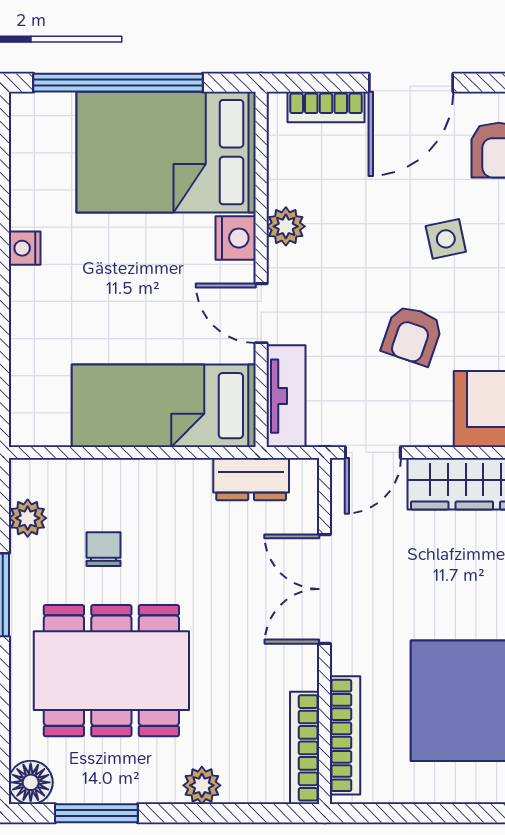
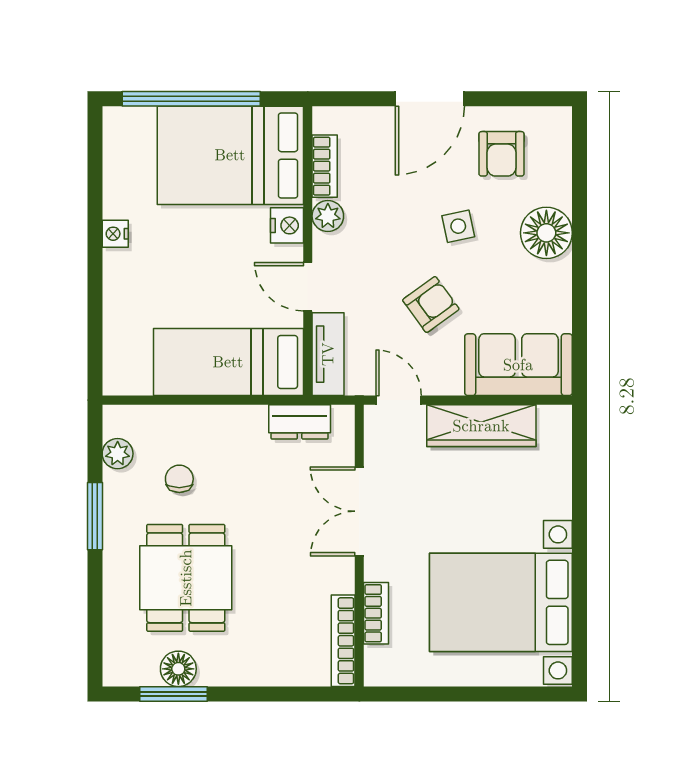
bookcase: (326, 107) -> (325, 166), moved, turned -90
armchair: (412, 335) -> (431, 305), turned -145
door: (373, 452) -> (399, 400), swing flipped
dining table: (111, 671) -> (186, 578), width x0.73
bookcase: (345, 735) -> (376, 613), width x0.64
floor lamp: (31, 782) -> (178, 669), moved
plant: (202, 785) -> (260, 671), removed

